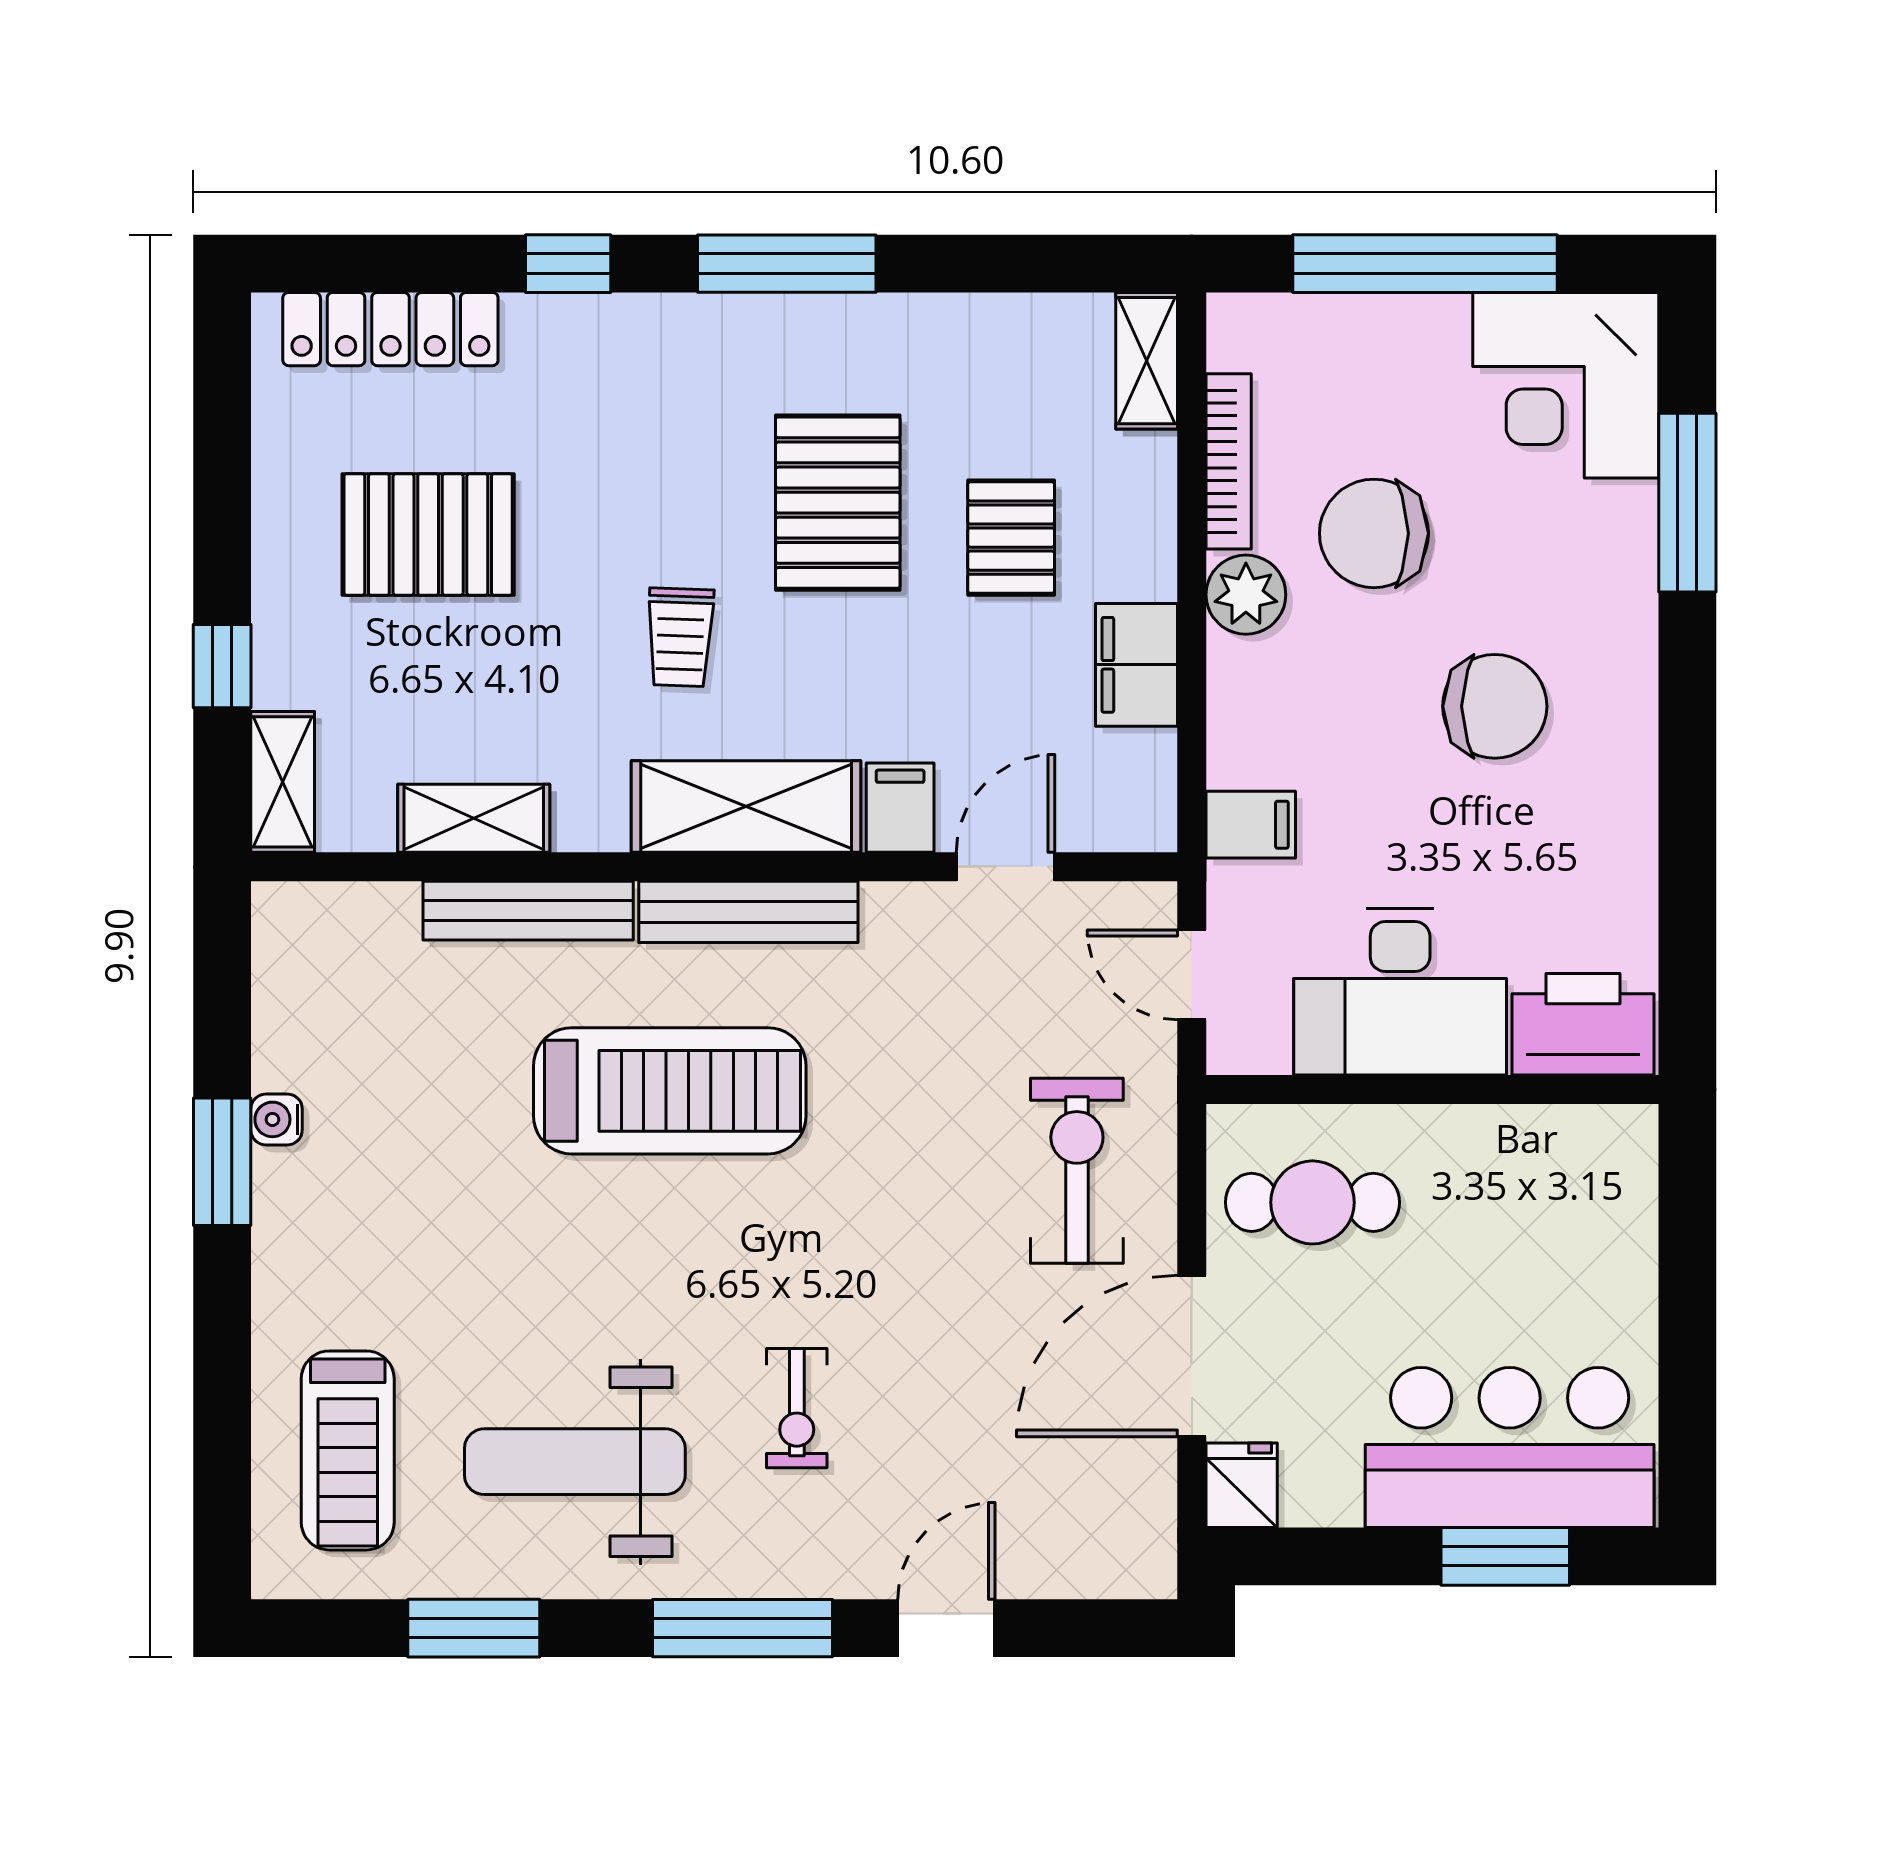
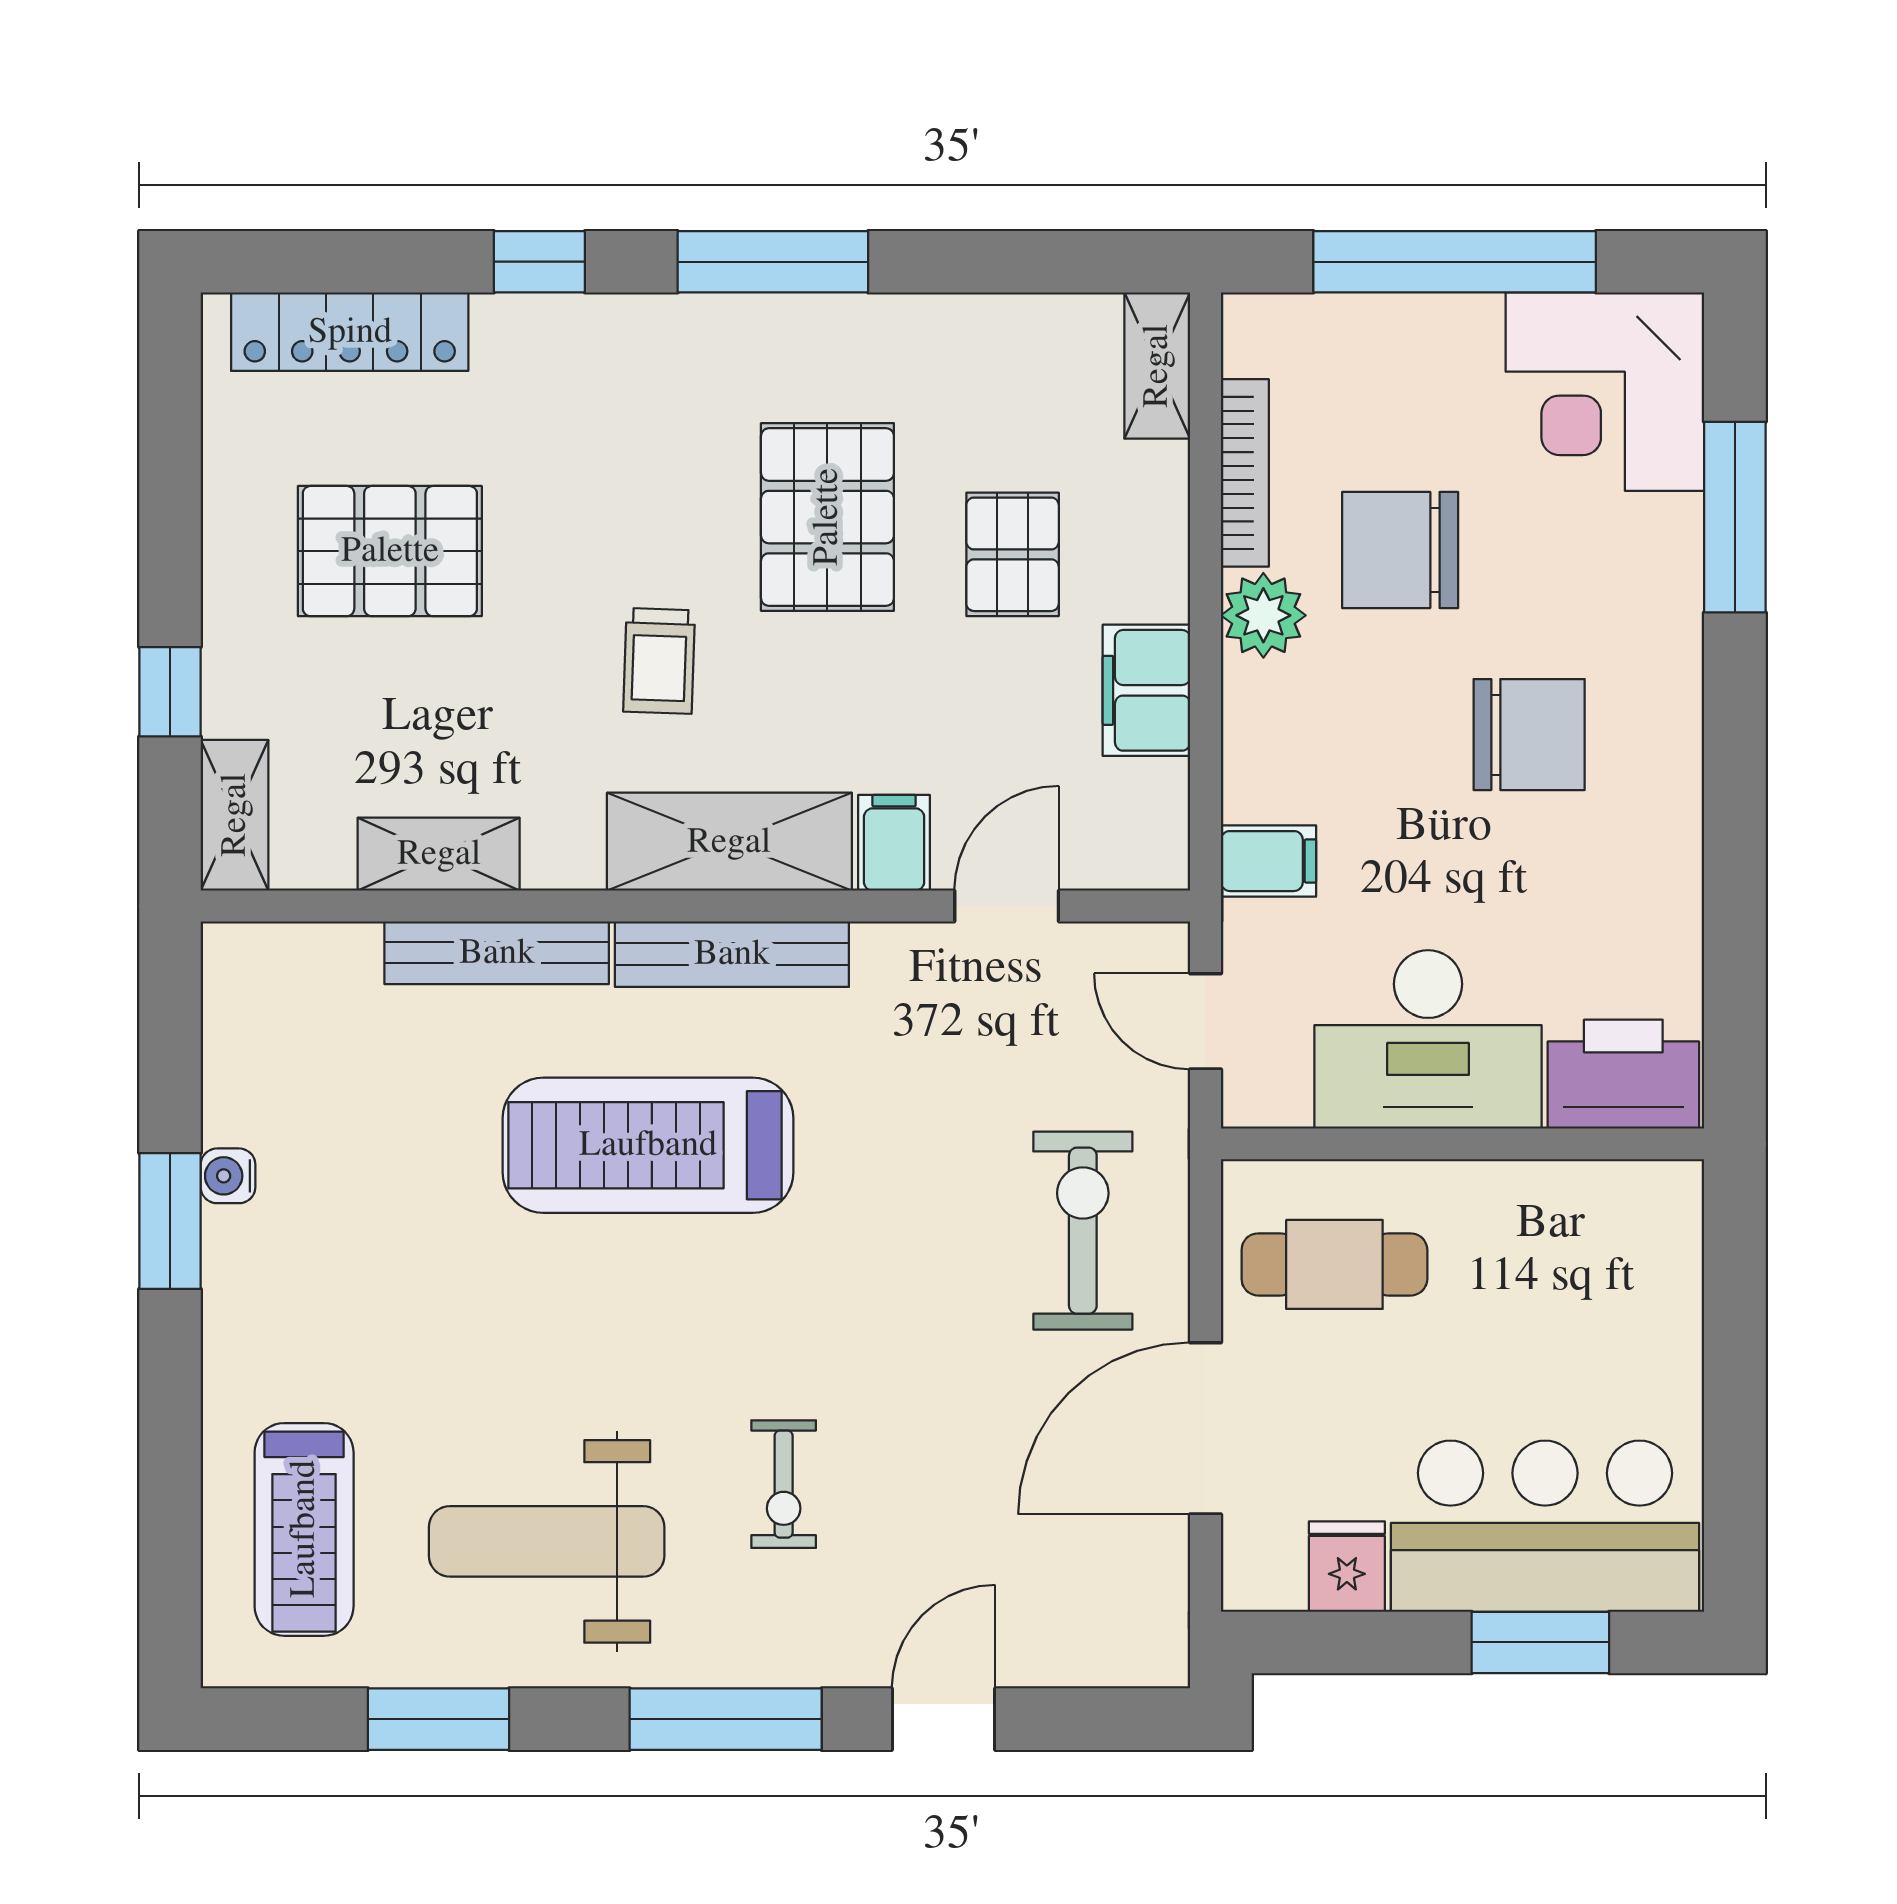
treadmill: (670, 1091) -> (648, 1145), turned 180
fridge: (1242, 1485) -> (1347, 1567), moved

